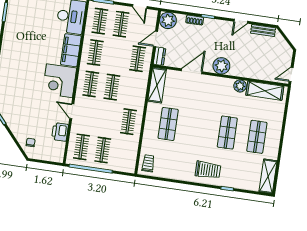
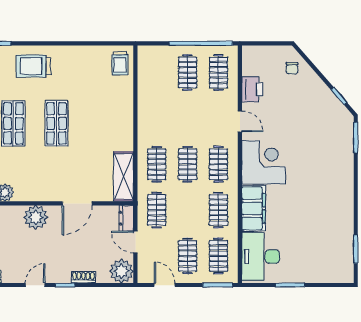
door: (241, 21) -> (35, 285), moved
door: (155, 39) -> (135, 242), swing flipped
clothes rail: (128, 122) -> (157, 164), moved
shop shelf: (168, 124) -> (56, 123), moved

